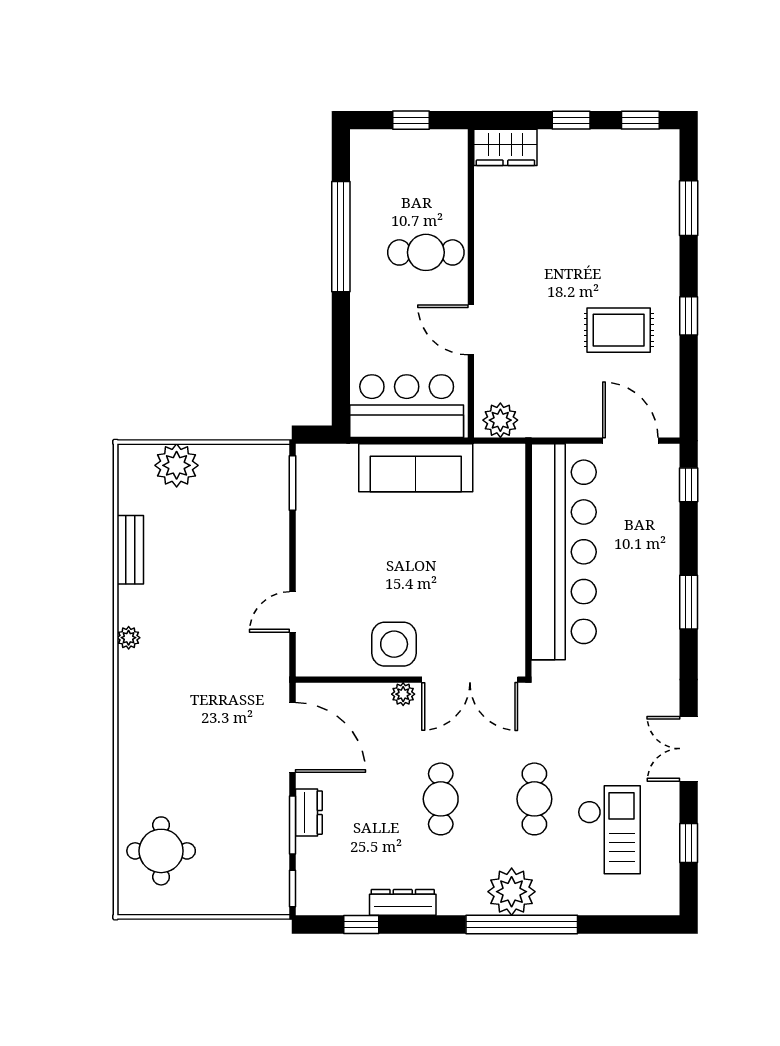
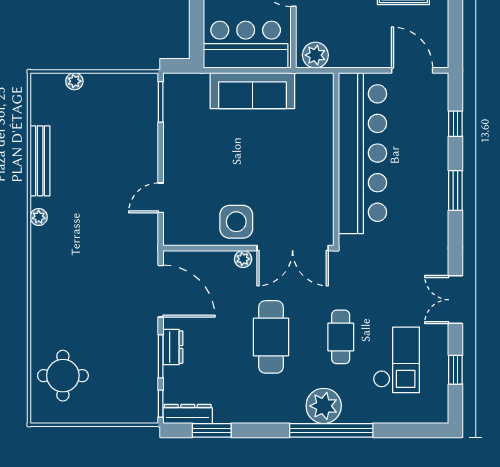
plant: (177, 465) -> (74, 81), width x0.53, depth x0.53
window: (689, 485) -> (455, 124), moved
bench: (130, 550) -> (40, 161), width x1.36
cafe table: (441, 799) -> (271, 337), width x1.37, depth x1.35
dresser: (403, 902) -> (188, 414), moved
window: (361, 924) -> (212, 430), width x1.50

